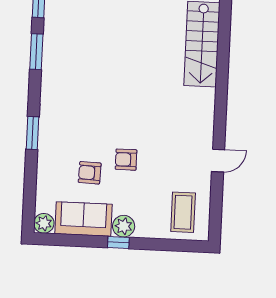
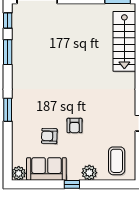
armchair: (126, 160) -> (75, 125), turned -90
plant: (124, 226) -> (89, 173), moved

